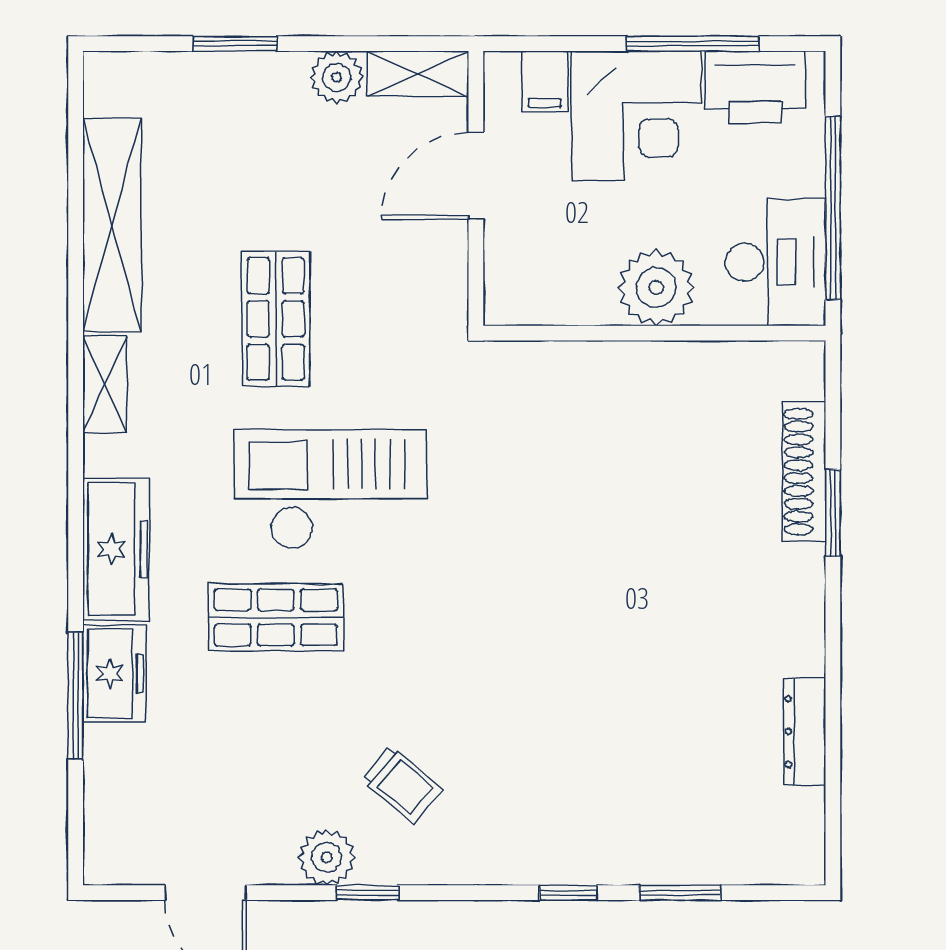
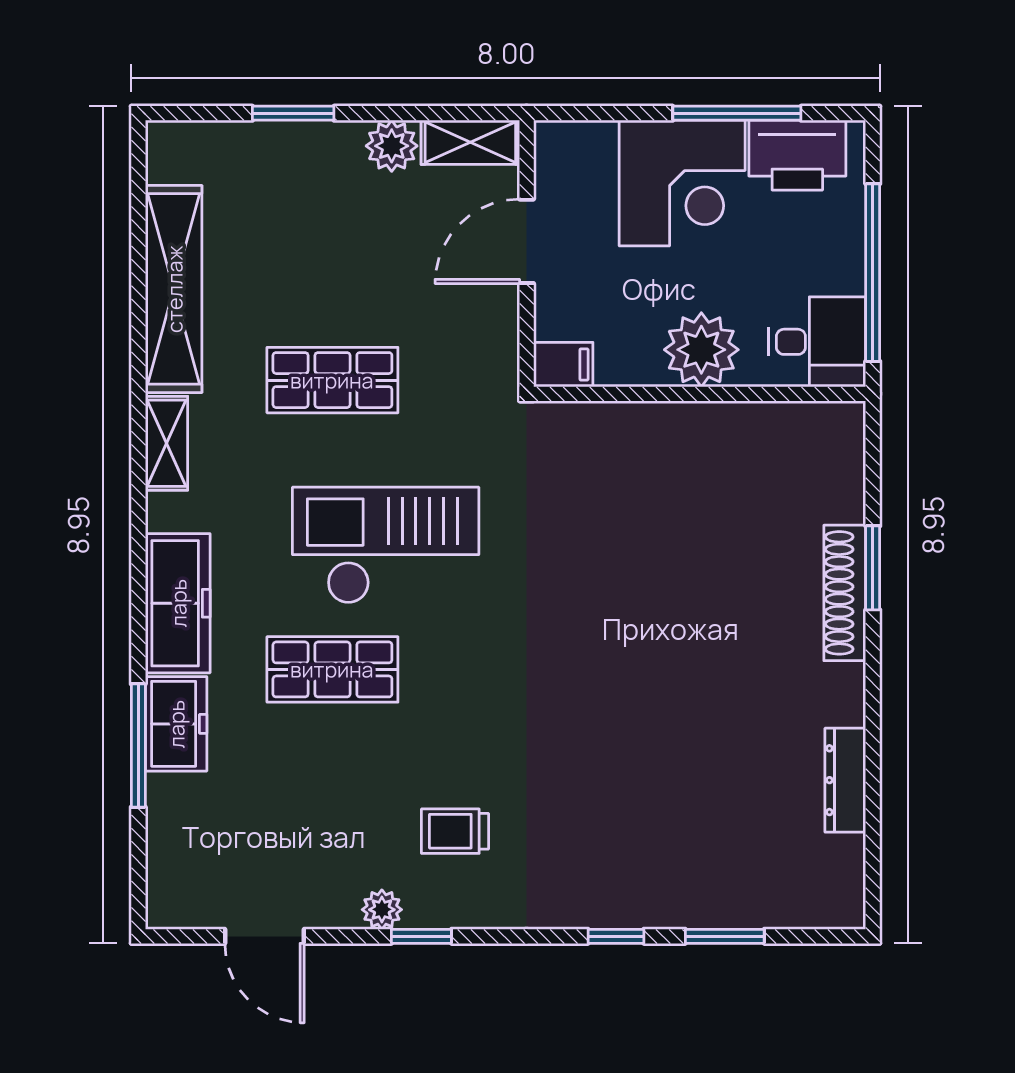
filing cabinet: (545, 81) -> (563, 365), moved, turned -90
desk: (776, 262) -> (817, 342), width x0.73
shop shelf: (276, 319) -> (332, 380), turned 90
shoe rack: (804, 472) -> (845, 593), moved
trolley: (402, 784) -> (455, 831), turned 140
plant: (327, 857) -> (382, 910), width x0.73, depth x0.73

